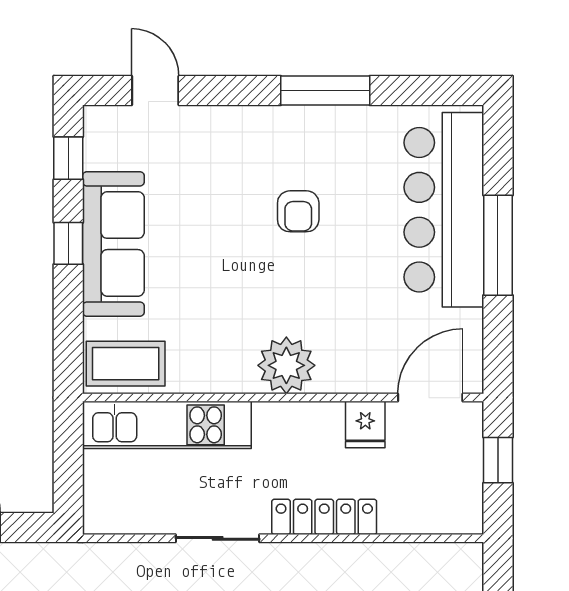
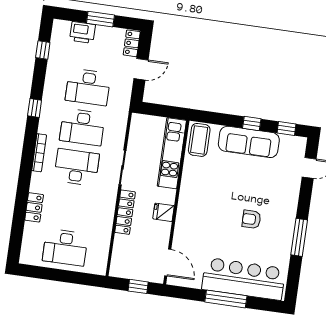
plant: (286, 365) -> (189, 205), removed
fridge: (365, 425) -> (164, 212), moved

